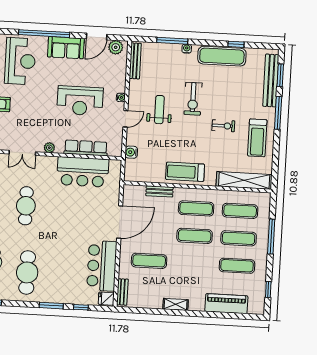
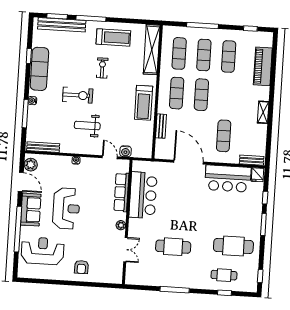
reception desk: (80, 101) -> (66, 208), moved
door: (125, 119) -> (110, 157), moved

